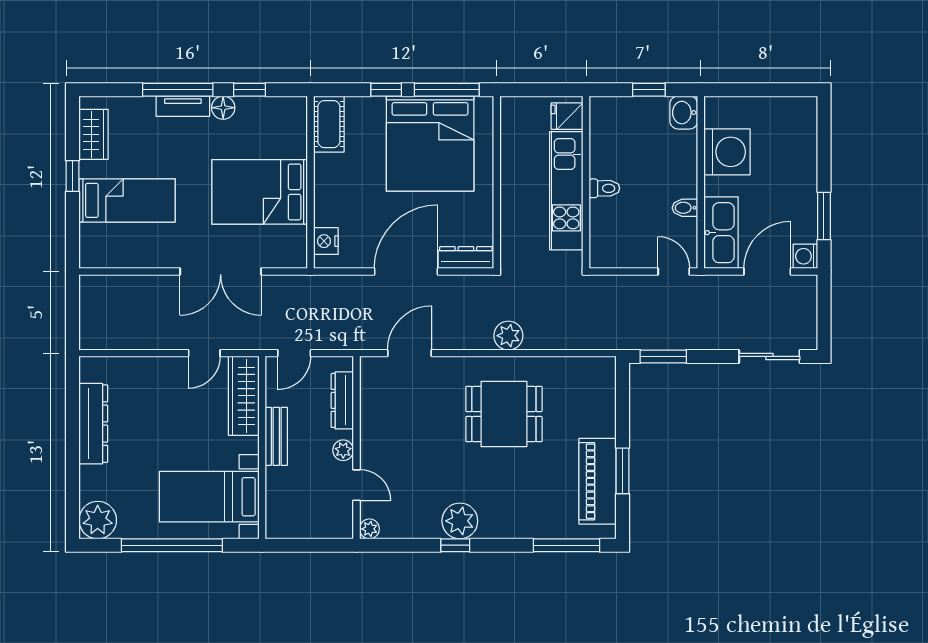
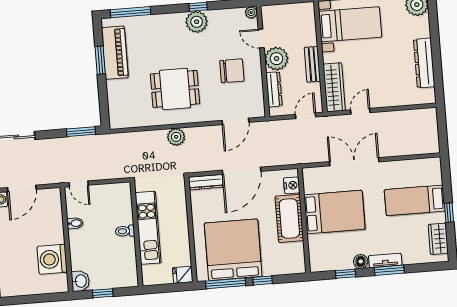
window: (178, 90) -> (389, 270), width x0.69
fridge: (567, 116) -> (183, 275), moved, turned 180
cot: (329, 124) -> (289, 218), moved, width x1.37, depth x1.34
kitchen sink: (721, 233) -> (52, 210), removed
chair: (409, 436) -> (232, 71), added
plant: (343, 450) -> (276, 59), width x1.87, depth x1.87

